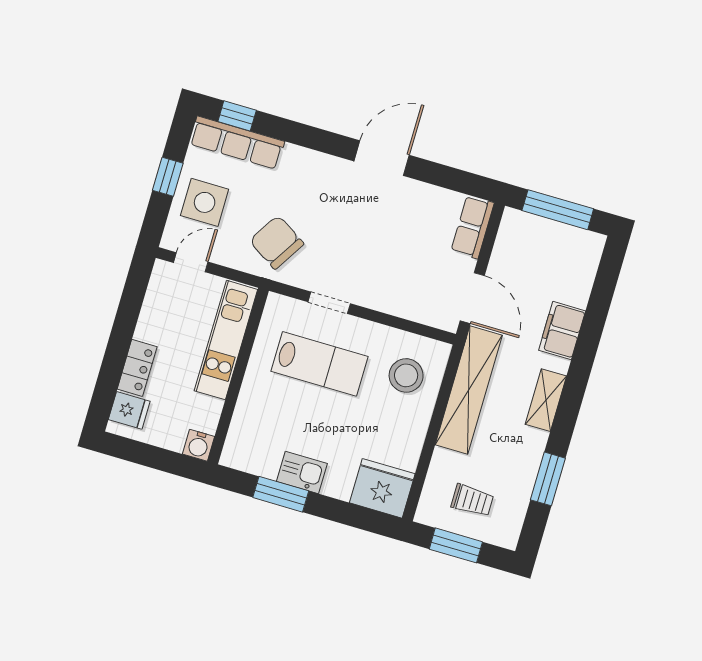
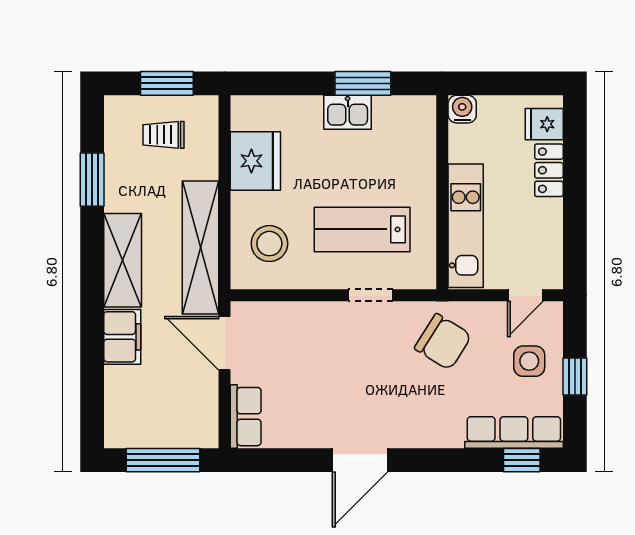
side table: (205, 202) -> (529, 361), width x0.73, depth x0.73
shelving: (546, 400) -> (123, 260), width x1.50, depth x1.33
fridge: (382, 488) -> (255, 161), moved, turned -90

